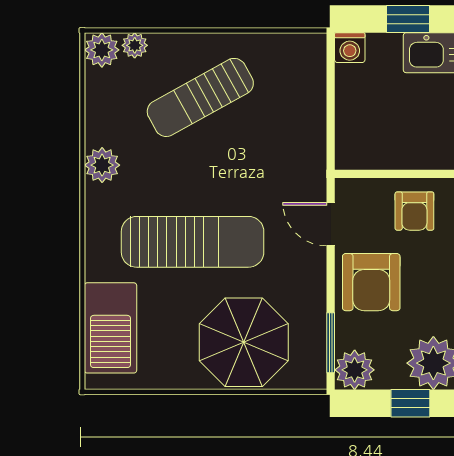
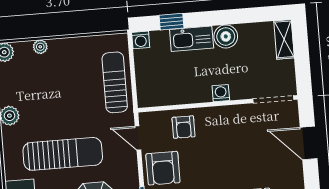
plant: (135, 45) -> (40, 47), moved
sun lounger: (200, 97) -> (115, 82), moved, turned 119

